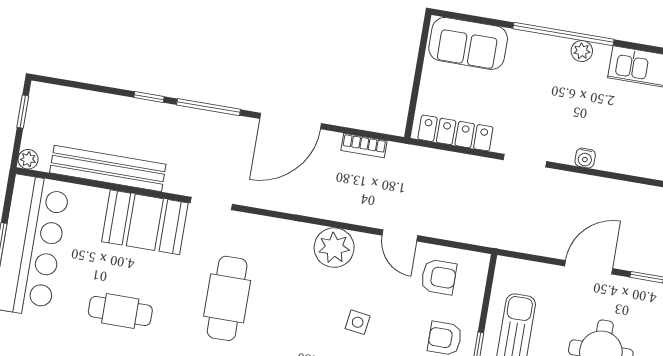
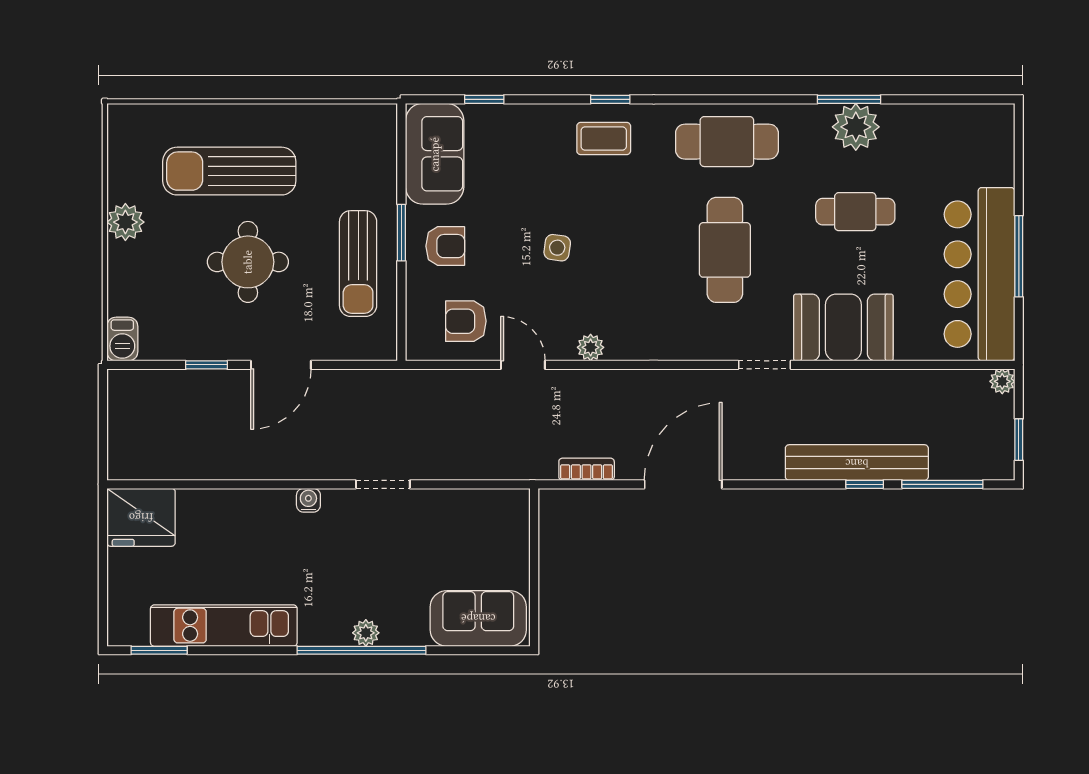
plant: (582, 51) -> (366, 633), moved
window: (209, 107) -> (942, 484), moved
locker: (455, 133) -> (475, 504), removed
bench: (108, 168) -> (857, 463), moved
plant: (334, 248) -> (591, 347), width x0.53, depth x0.53

